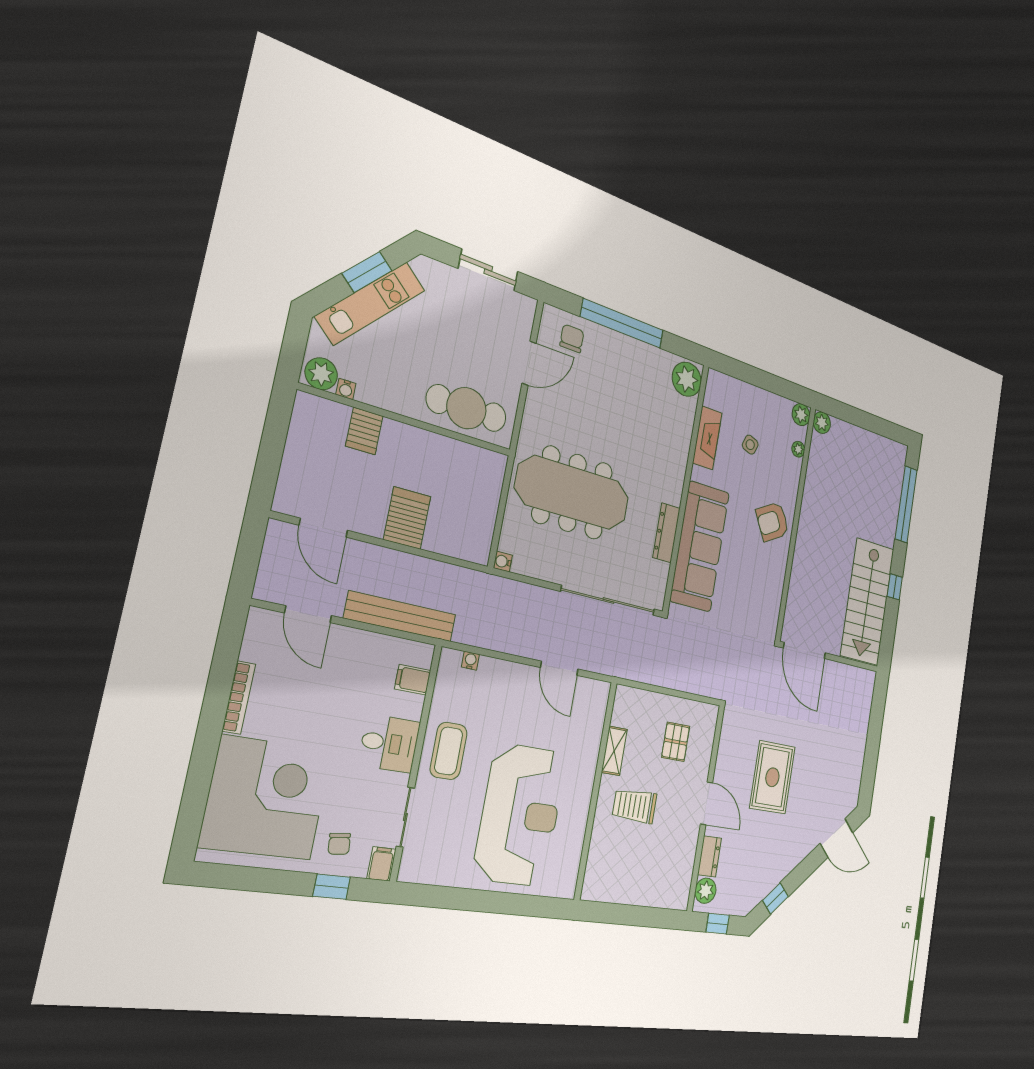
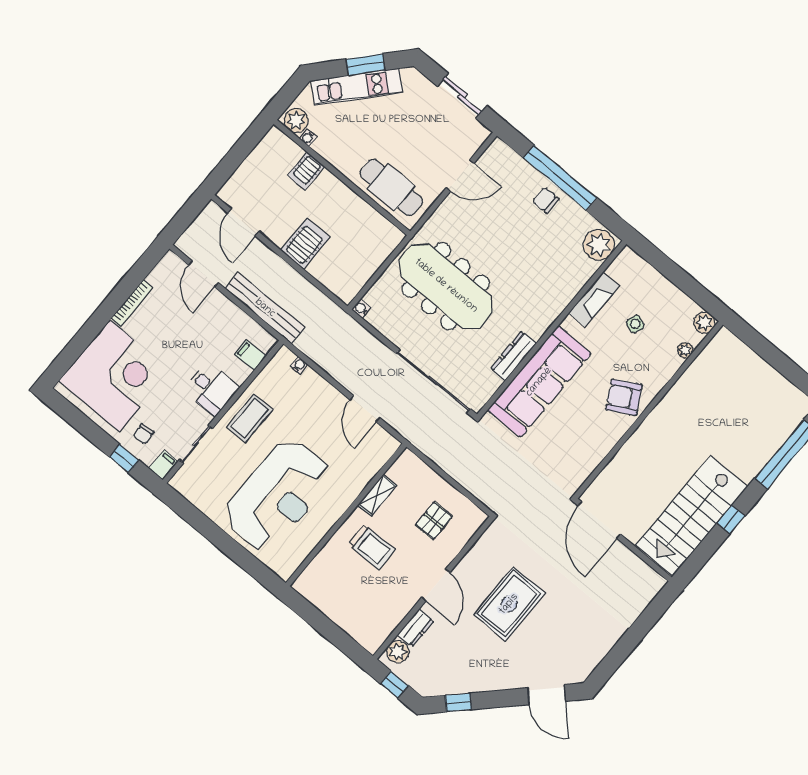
chair: (572, 338) -> (546, 200), moved, turned -90
plant: (822, 423) -> (724, 339), removed
trolley: (635, 806) -> (372, 547), turned 180

